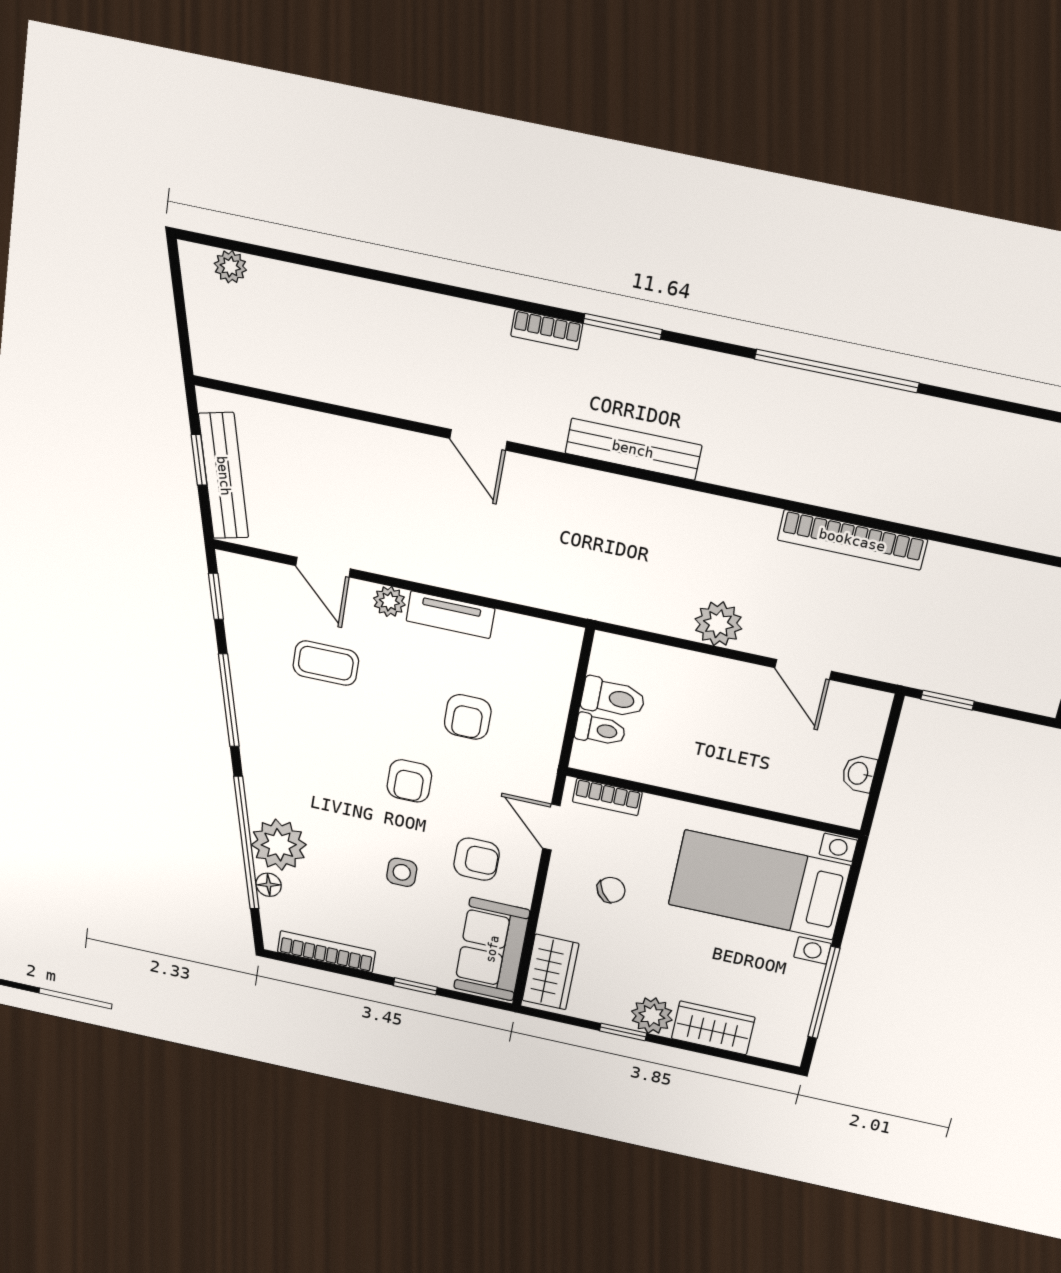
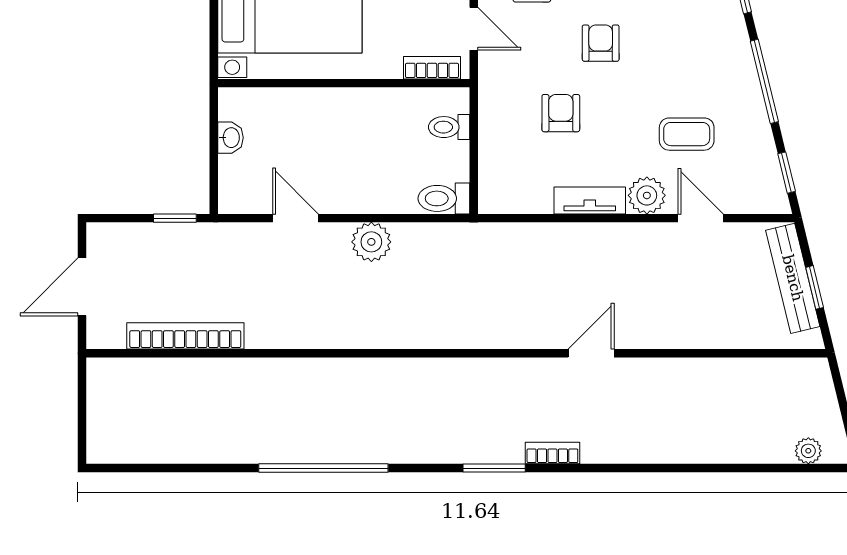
door: (478, 440) -> (591, 353), hinge flipped
bench: (633, 449) -> (467, 372), removed
bookcase: (852, 540) -> (185, 336), moved
plant: (389, 602) -> (647, 195), width x1.38, depth x1.38
toilet: (613, 698) -> (444, 198), moved

